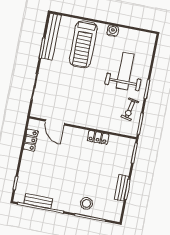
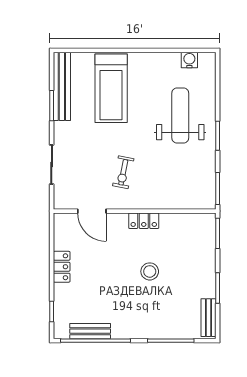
water cooler: (113, 31) -> (189, 60), moved
exercise bike: (130, 109) -> (123, 172), moved
locker: (98, 137) -> (144, 221), moved
locker: (31, 140) -> (62, 267), moved
bench: (121, 188) -> (209, 318), moved
stool: (86, 203) -> (150, 271), moved

